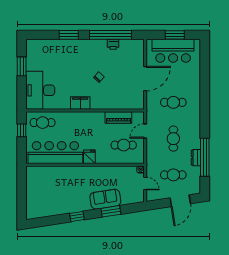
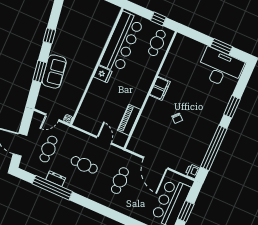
printer: (113, 44) -> (192, 171), moved
desk: (40, 90) -> (220, 68), moved
cafe table: (124, 145) -> (99, 113), removed

